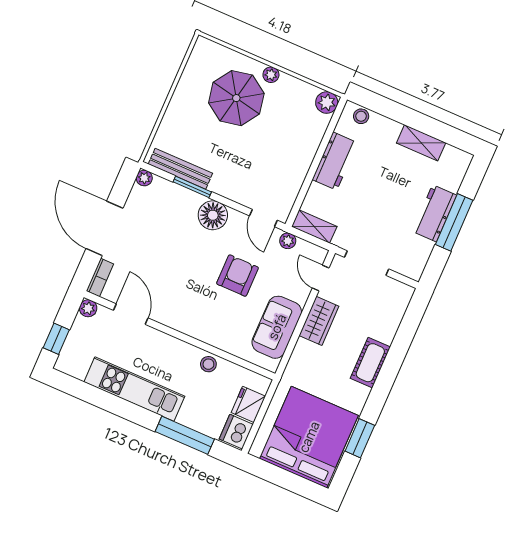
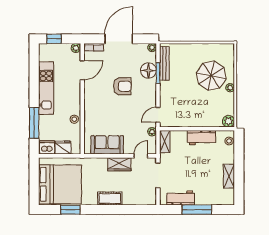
workbench: (434, 213) -> (181, 198), moved
floor lamp: (213, 215) -> (148, 71), moved
armchair: (237, 276) -> (122, 86), moved

